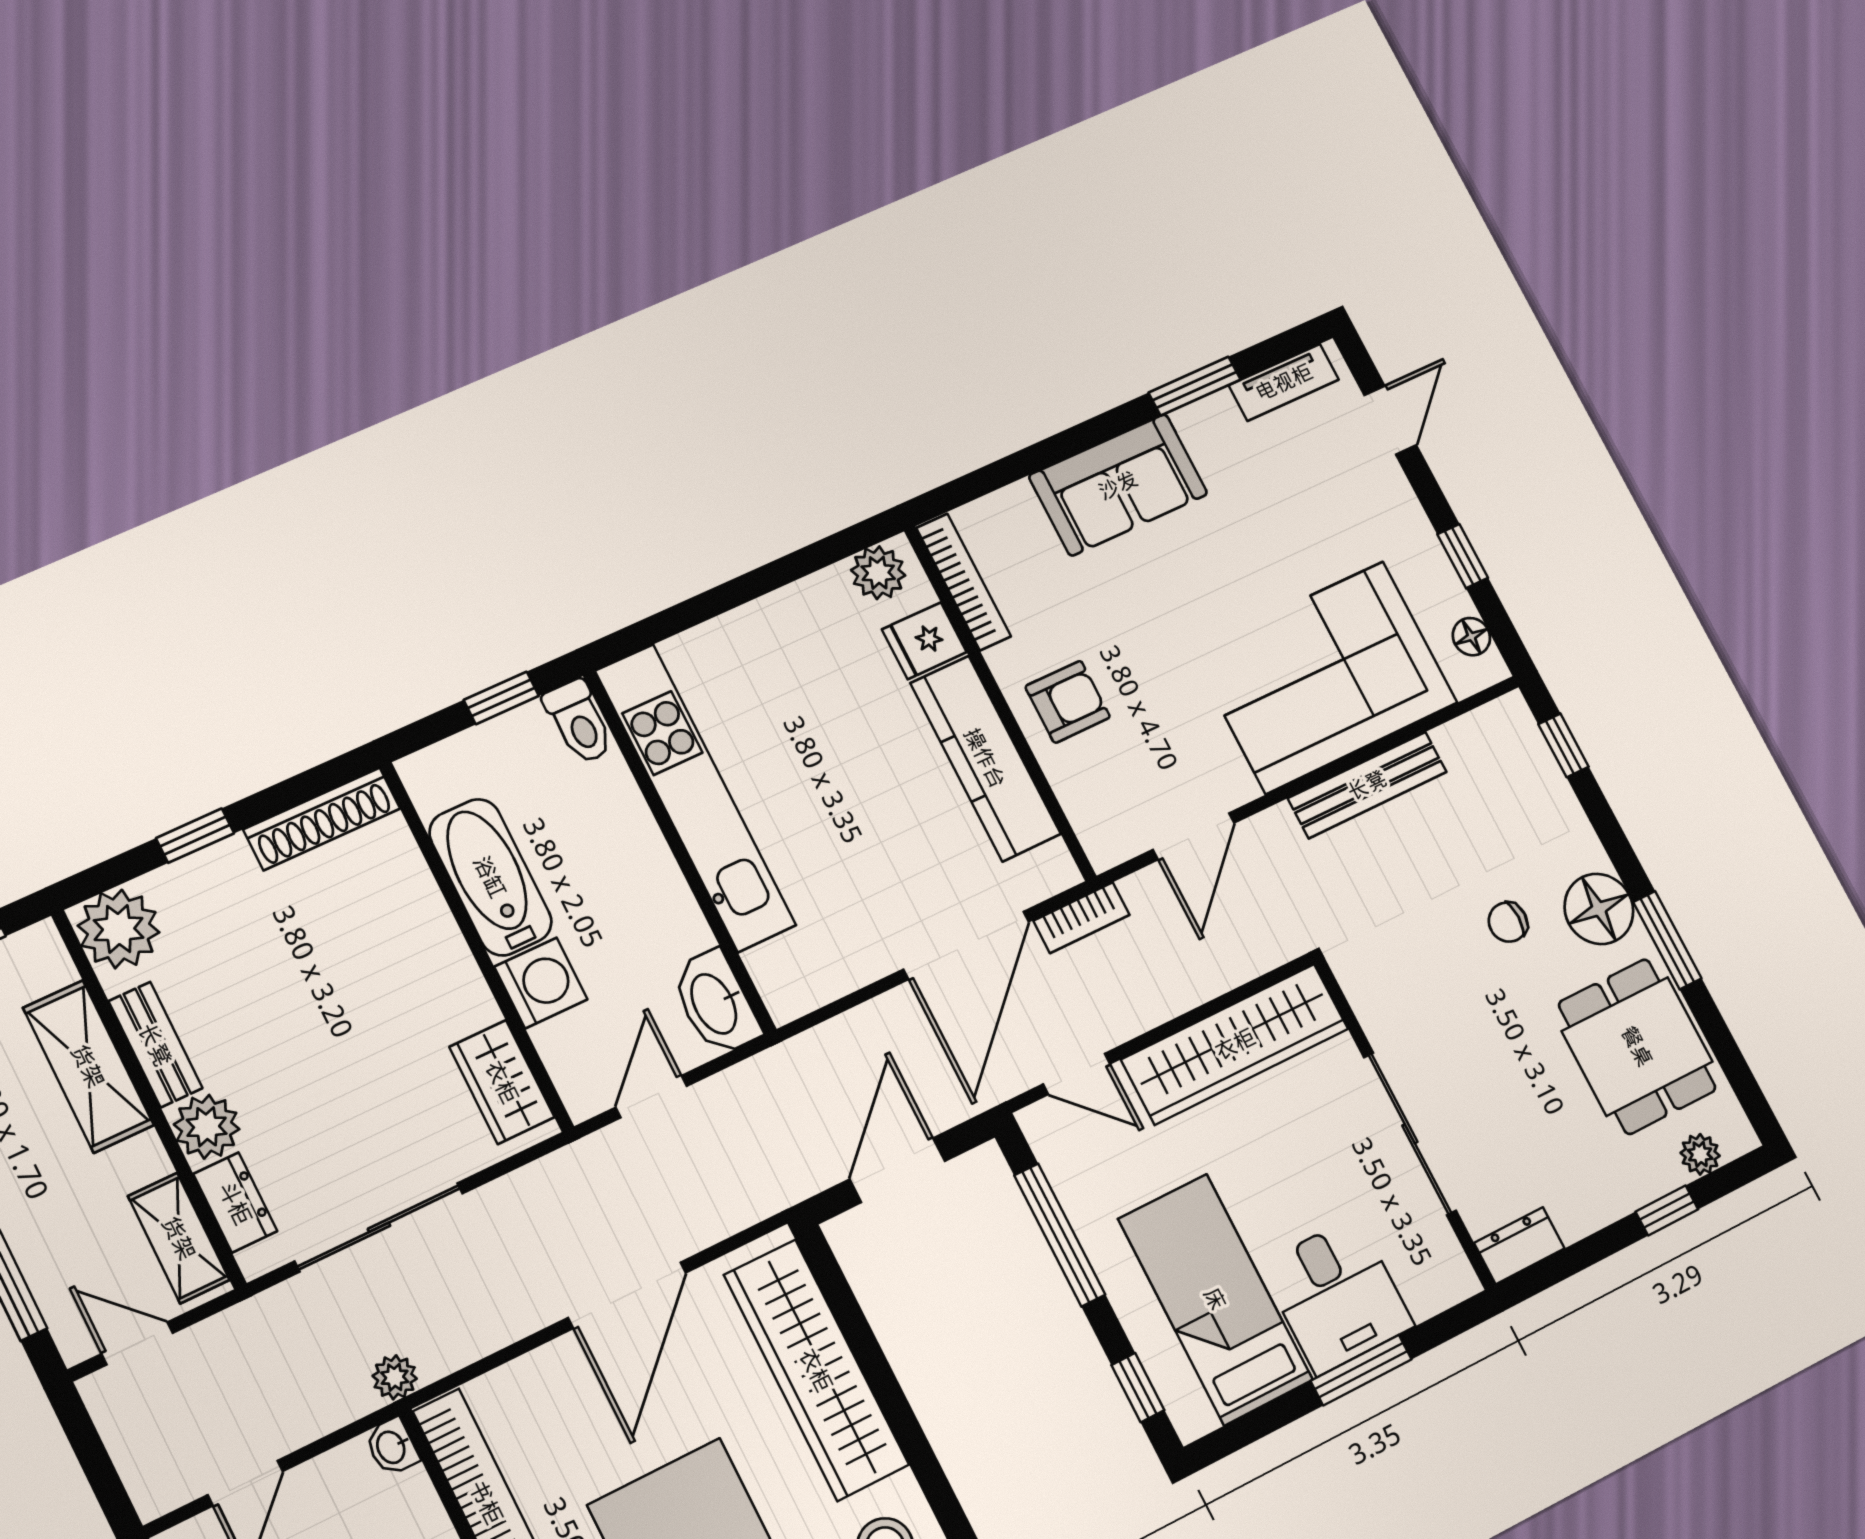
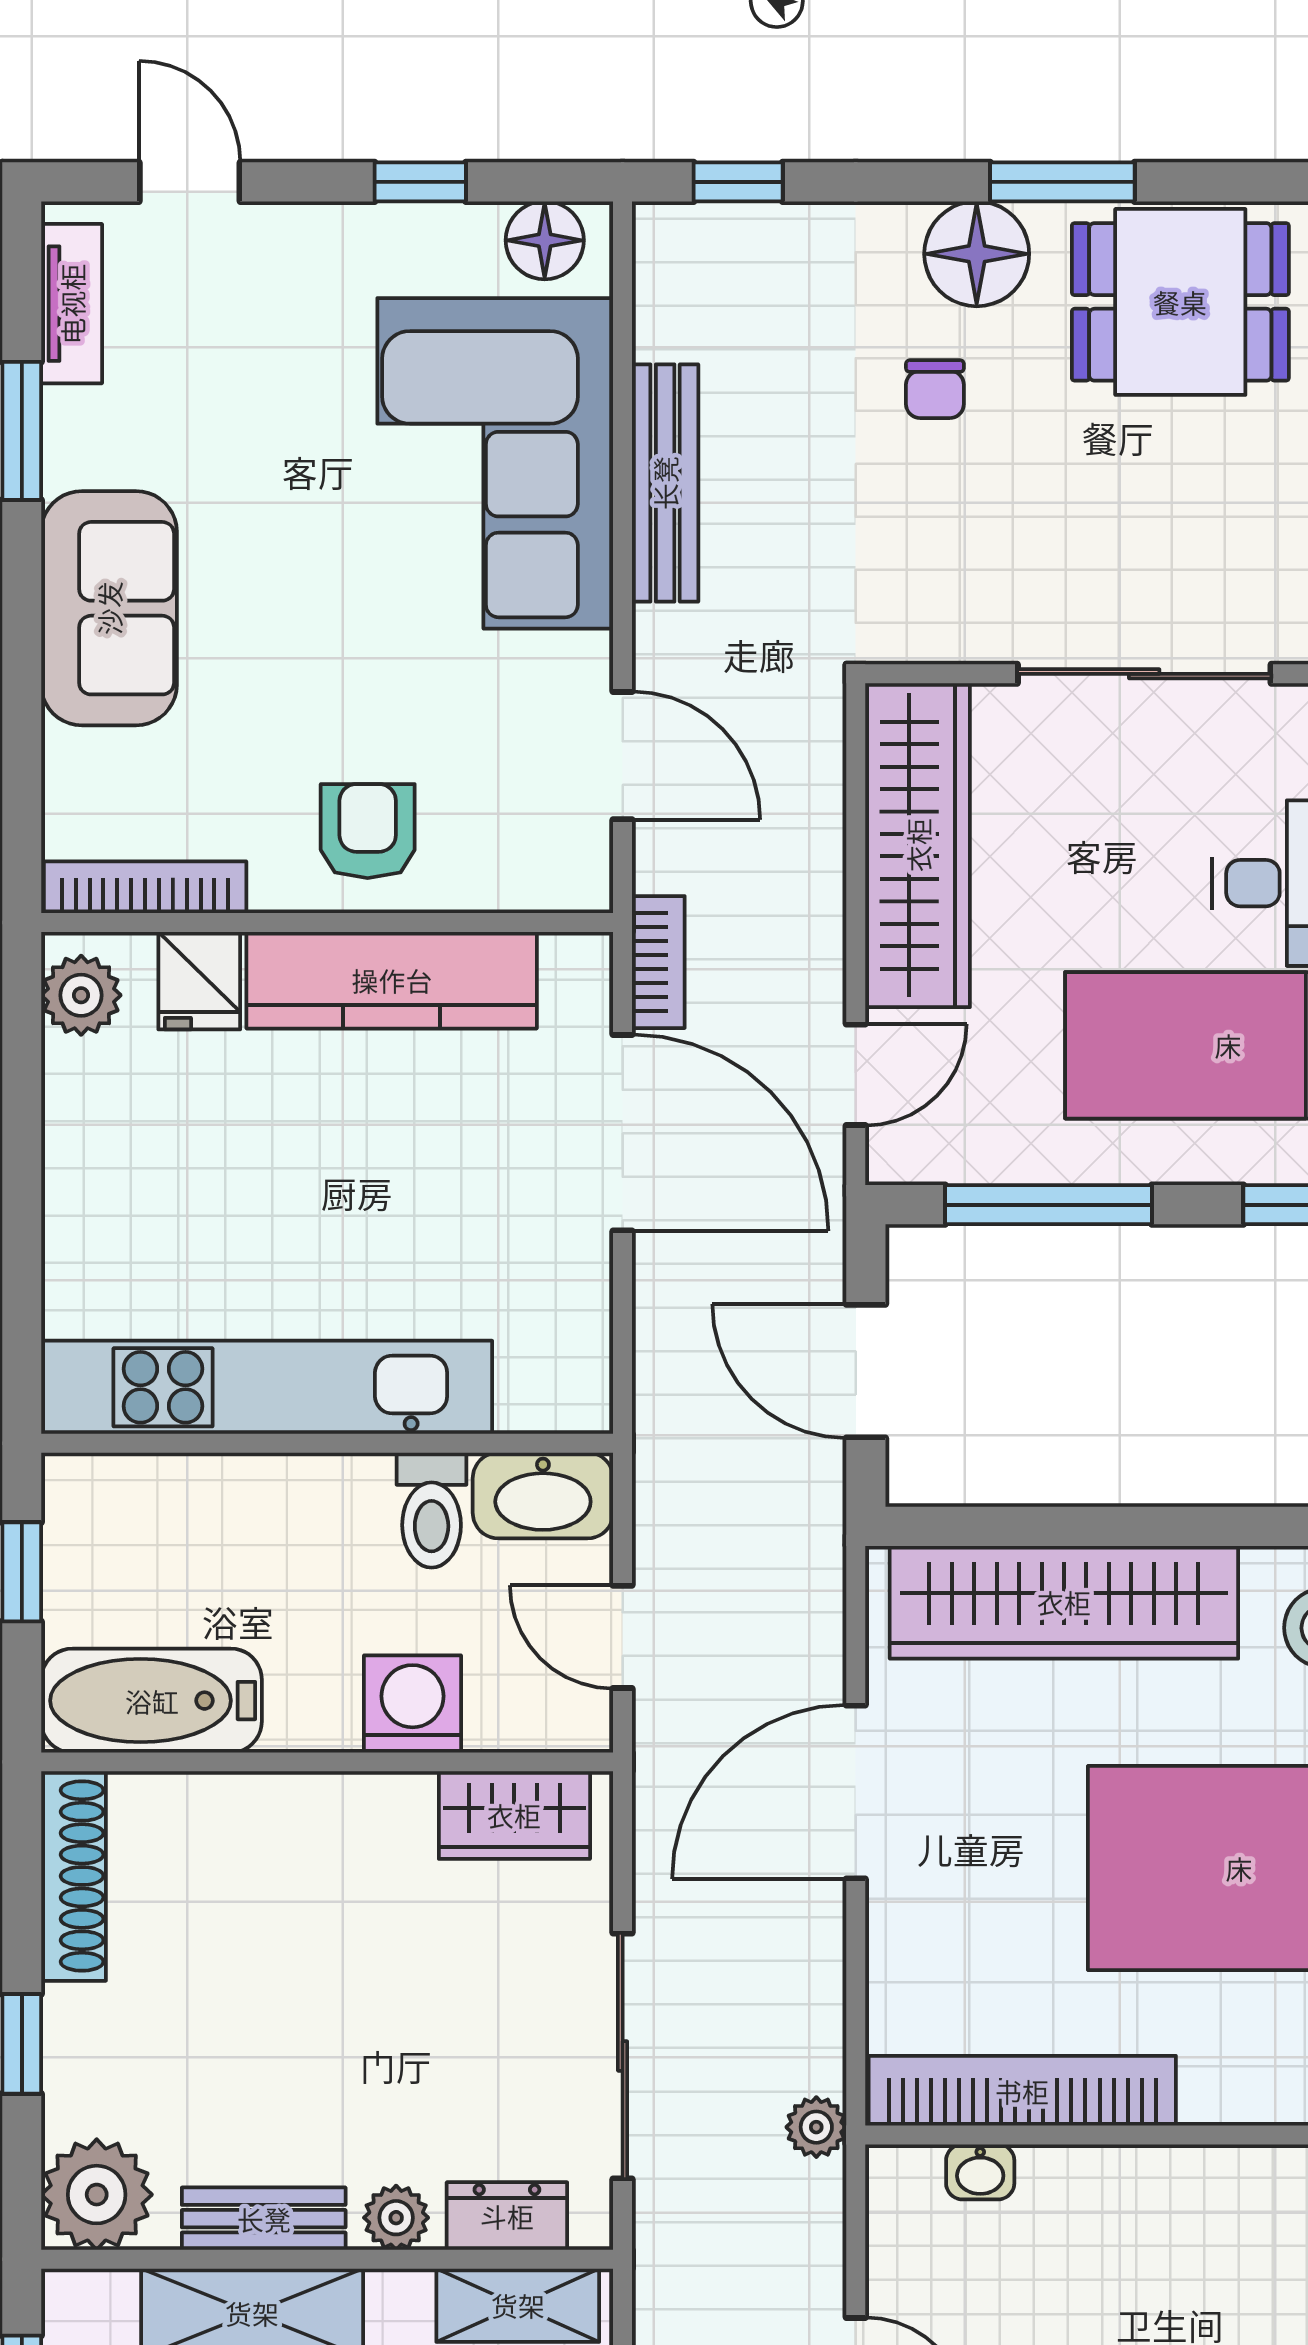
floor lamp: (1471, 637) -> (545, 240), width x1.37, depth x1.37
toilet: (579, 722) -> (432, 1510), moved, turned 90
bathtub: (490, 877) -> (152, 1701), moved
plant: (207, 1127) -> (396, 2218), width x0.73, depth x0.73
door: (627, 1295) -> (856, 1792), swing flipped
washbasin: (392, 1447) -> (980, 2172), moved

